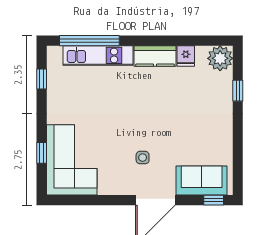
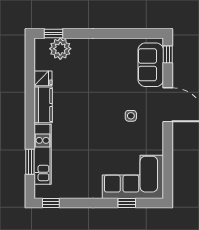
window: (89, 41) -> (30, 162), width x0.47
plant: (220, 58) -> (60, 49), moved
window: (42, 79) -> (51, 203), moved
window: (238, 91) -> (53, 33), moved

